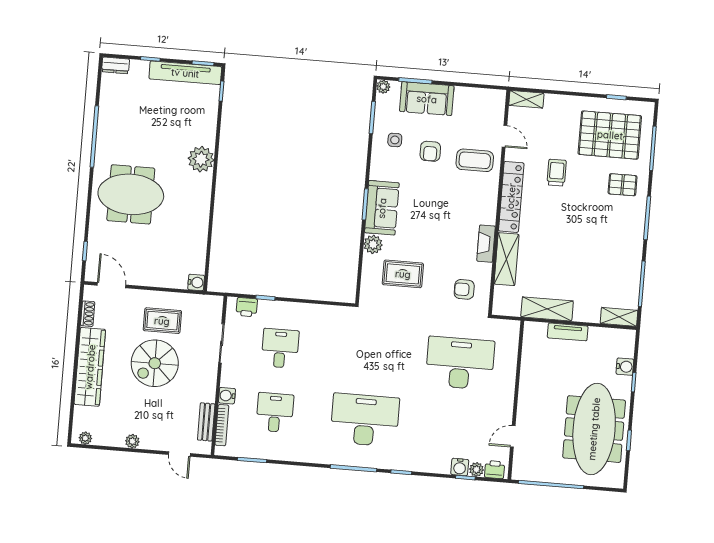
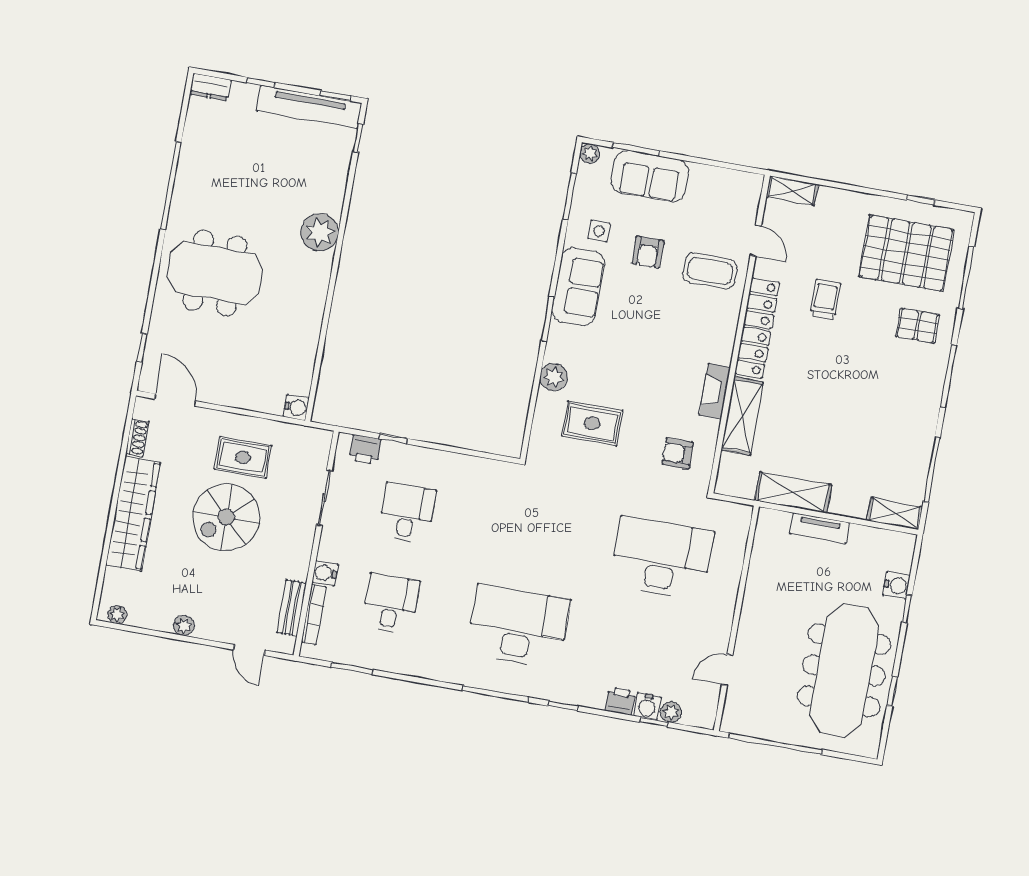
sofa: (382, 208) -> (578, 287), moved
printer: (495, 470) -> (620, 701), moved

